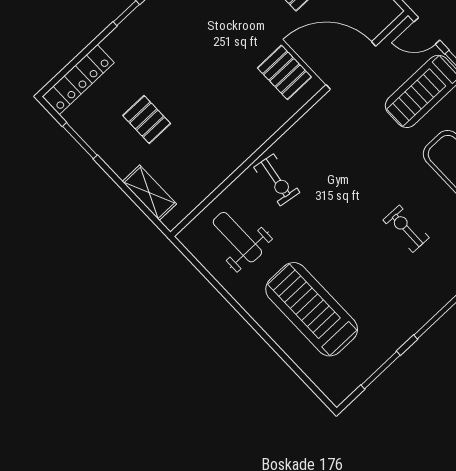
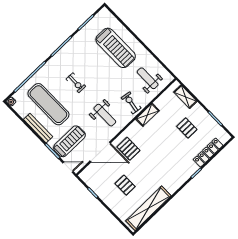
locker: (78, 80) -> (208, 152), moved
shelving: (239, 151) -> (147, 115), added
weight bench: (339, 152) -> (105, 115), added
weight bench: (237, 237) -> (148, 78), turned 180

